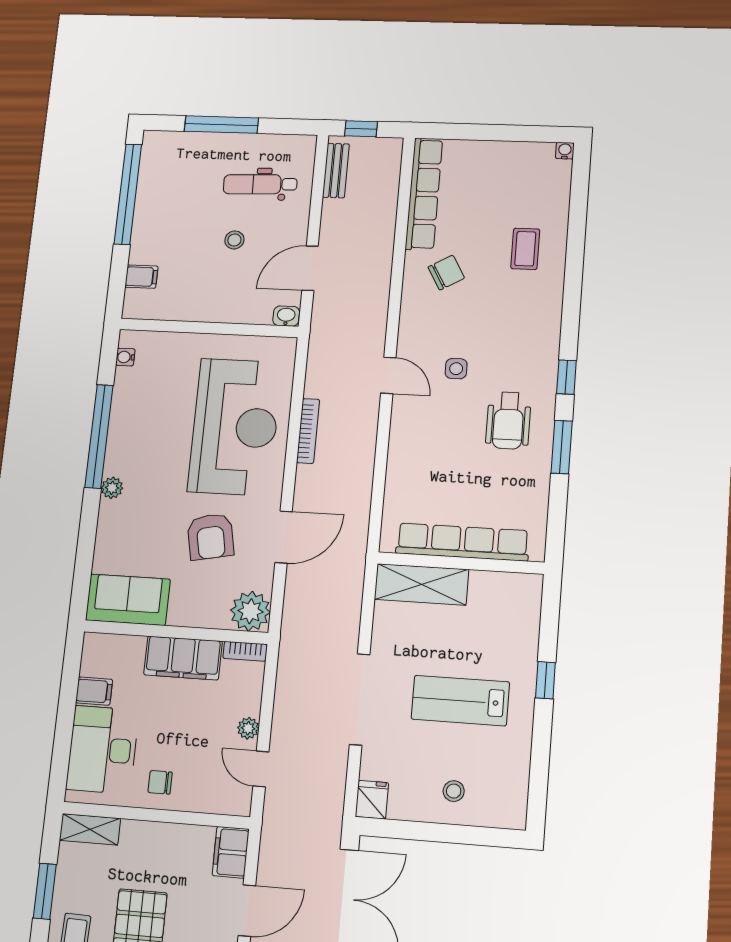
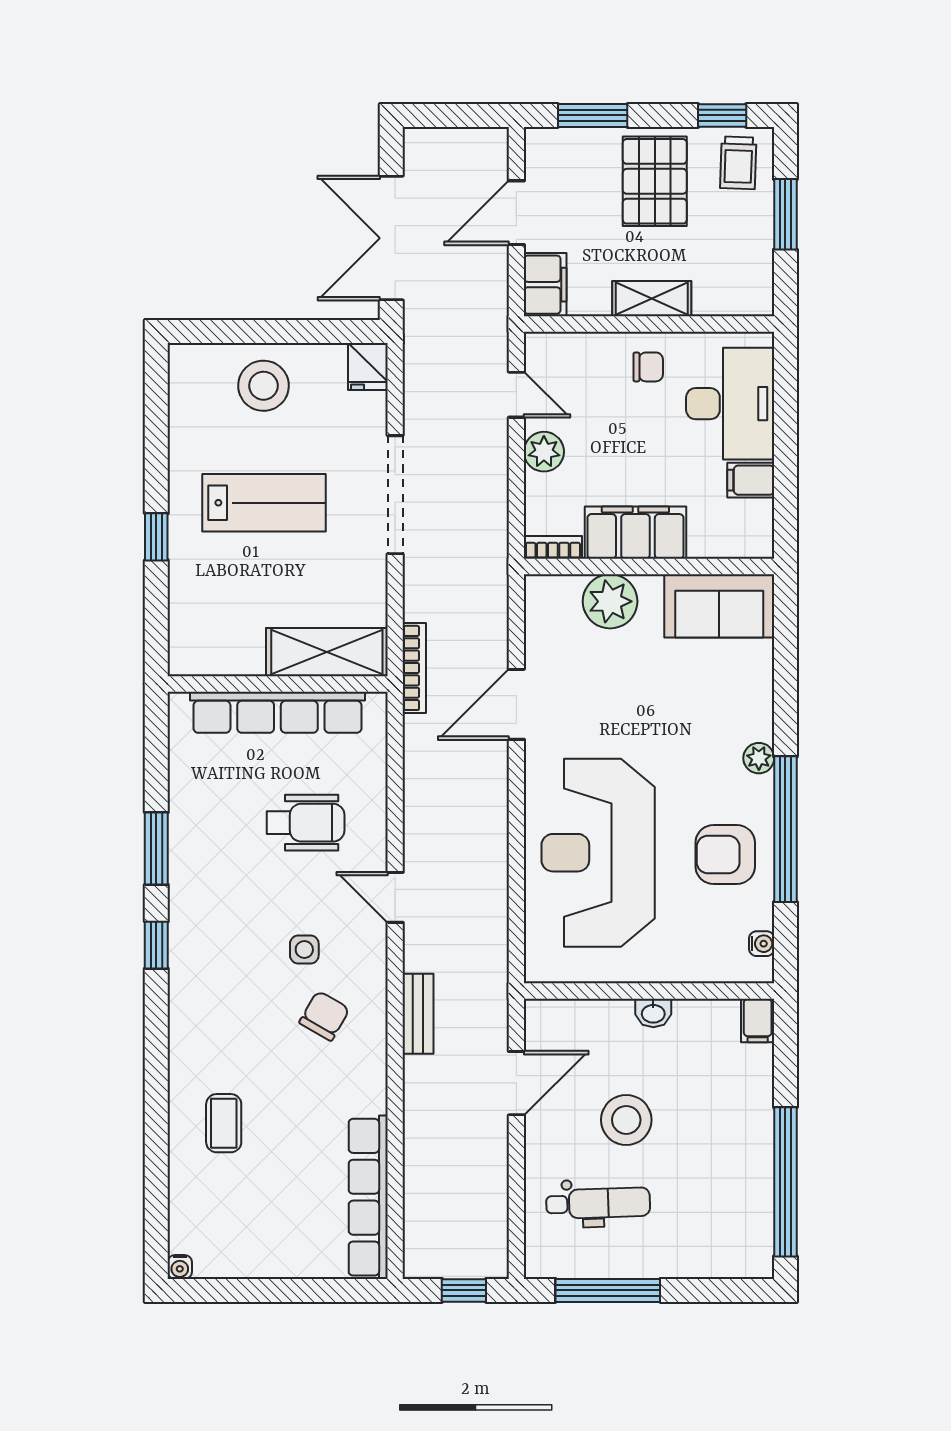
window: (221, 125) -> (608, 1290), moved
bench: (336, 171) -> (418, 1014), moved
stool: (234, 240) -> (626, 1120), width x1.89, depth x1.89
chair: (446, 273) -> (324, 1016), moved, turned 150
filing cabinet: (141, 277) -> (758, 1021), moved, turned -90
washbasin: (286, 316) -> (653, 1013), moved
door: (388, 375) -> (395, 897), moved
wheelchair: (508, 421) -> (305, 823), moved, turned 90
bookcase: (308, 431) -> (414, 668), moved, turned 180
armchair: (211, 537) -> (725, 855), moved, turned -79
plant: (250, 611) -> (610, 601), moved
plant: (248, 728) -> (544, 452), width x1.38, depth x1.38
stool: (454, 791) -> (263, 386), width x1.89, depth x1.89
shelving: (90, 829) -> (652, 299), moved

